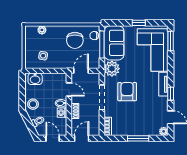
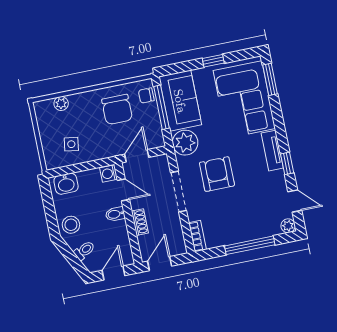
washing machine: (62, 113) -> (109, 174), moved
door: (53, 138) -> (113, 273), hinge flipped
window: (138, 138) -> (250, 245), width x1.44

